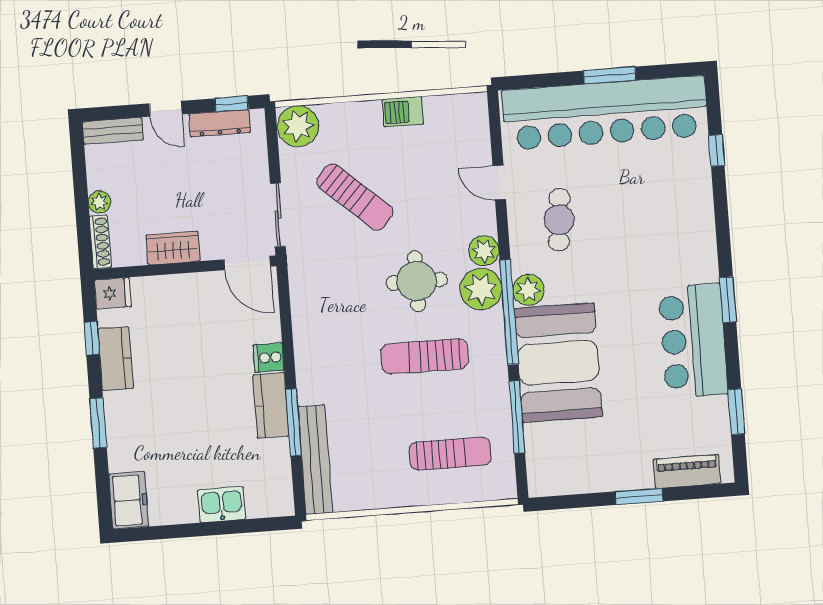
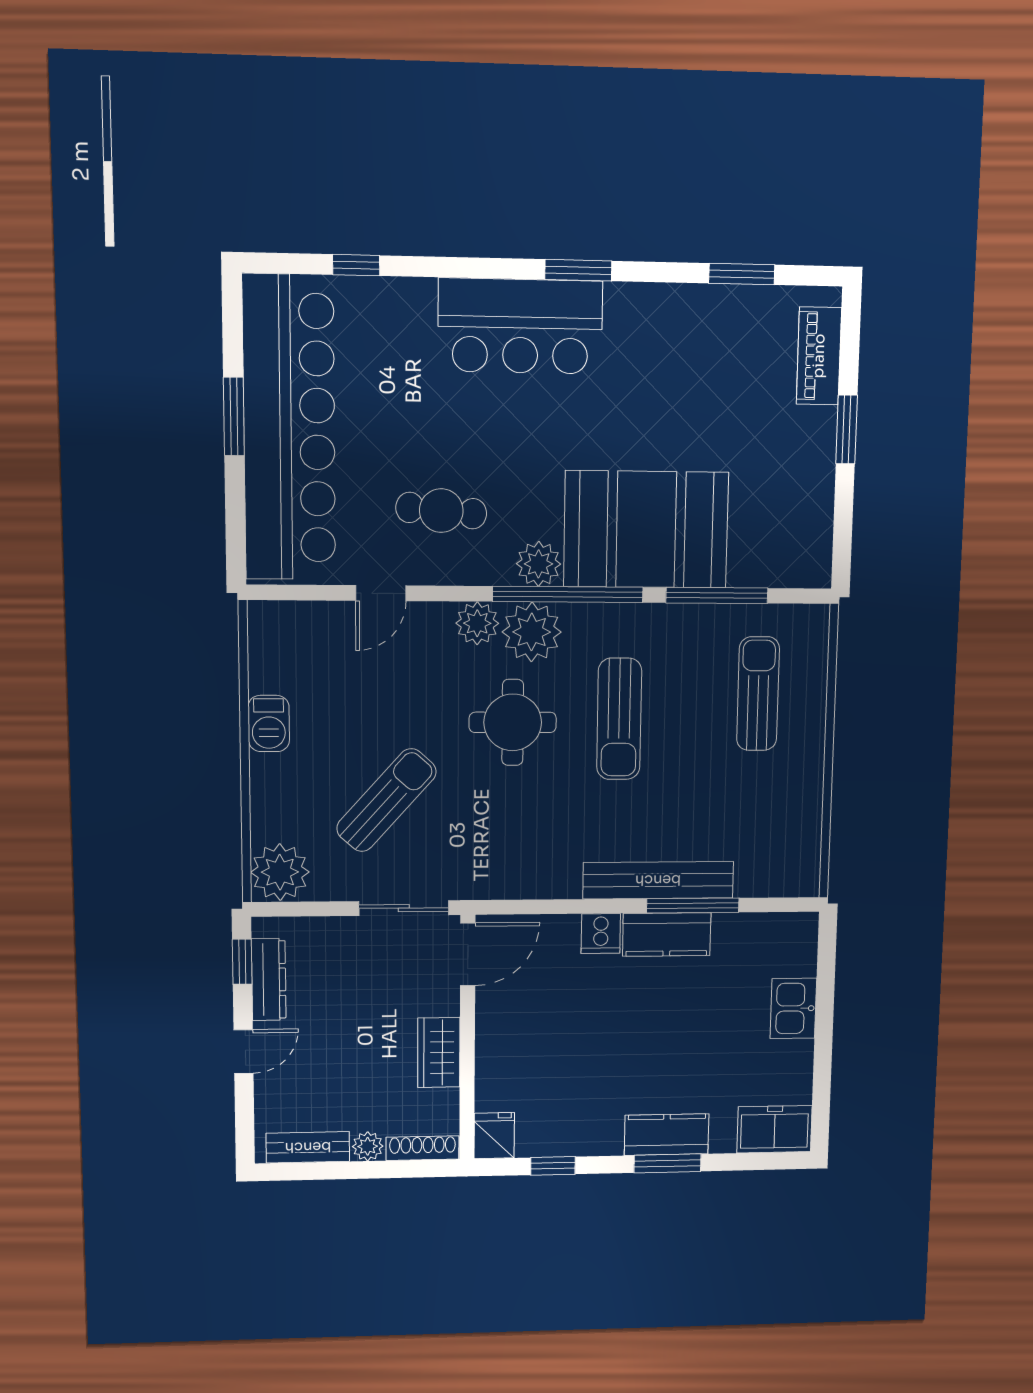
bench: (113, 131) -> (308, 1147), moved, turned 90
bar counter: (693, 341) -> (520, 326), moved
kitchen counter: (116, 359) -> (667, 1135), moved
bench: (315, 460) -> (658, 880), moved

